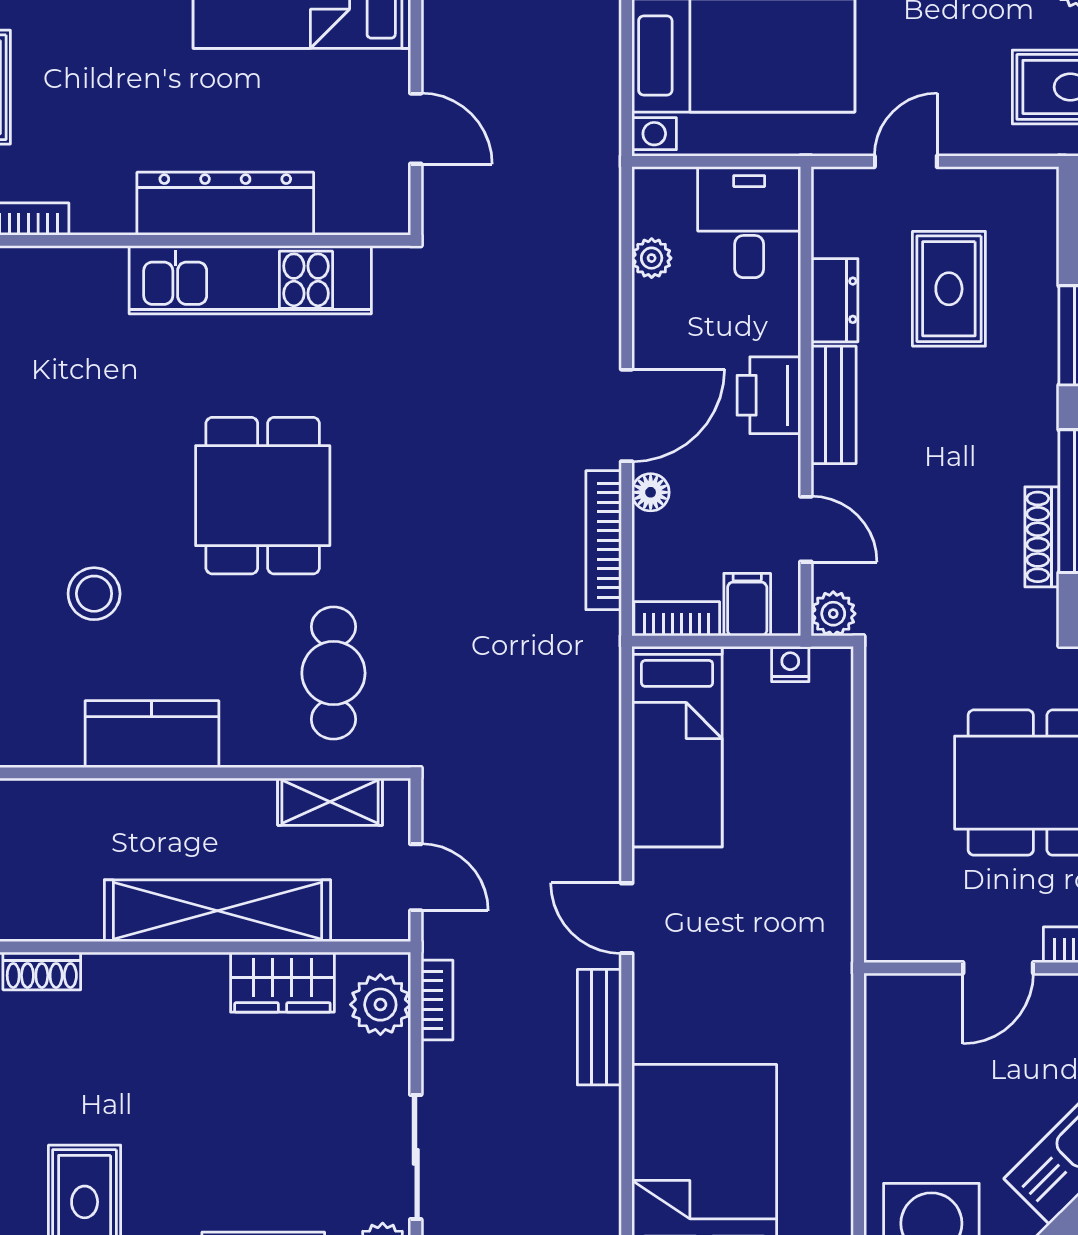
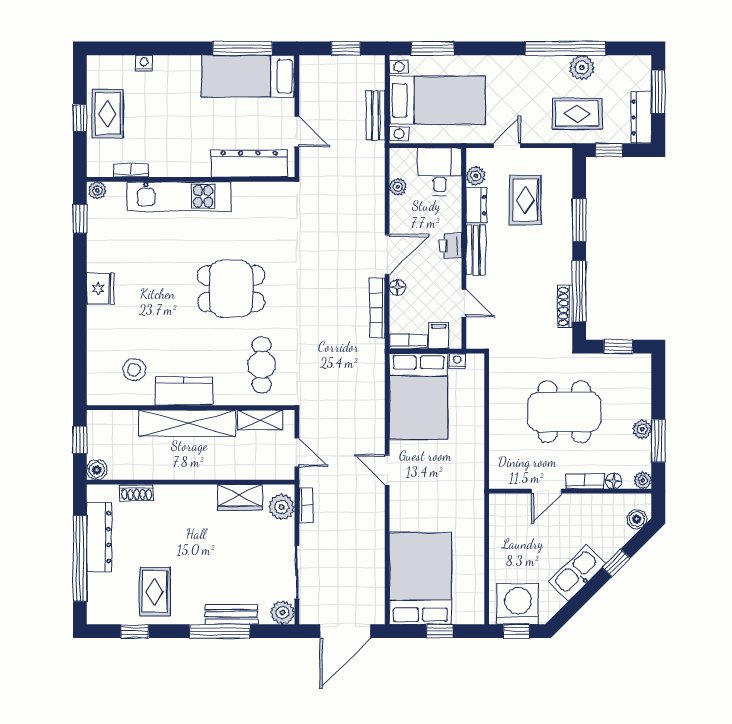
dresser: (225, 204) -> (249, 164), moved
kitchen unit: (250, 280) -> (179, 196), moved
printer: (769, 395) -> (451, 246), width x0.73, depth x0.81
dining table: (263, 496) -> (231, 289), turned 90
stool: (94, 594) -> (134, 370), moved
plant: (833, 614) -> (476, 176), moved
bed: (677, 747) -> (418, 396), width x1.50
shelving: (217, 911) -> (187, 423), moved
bench: (599, 1027) -> (375, 115), moved

